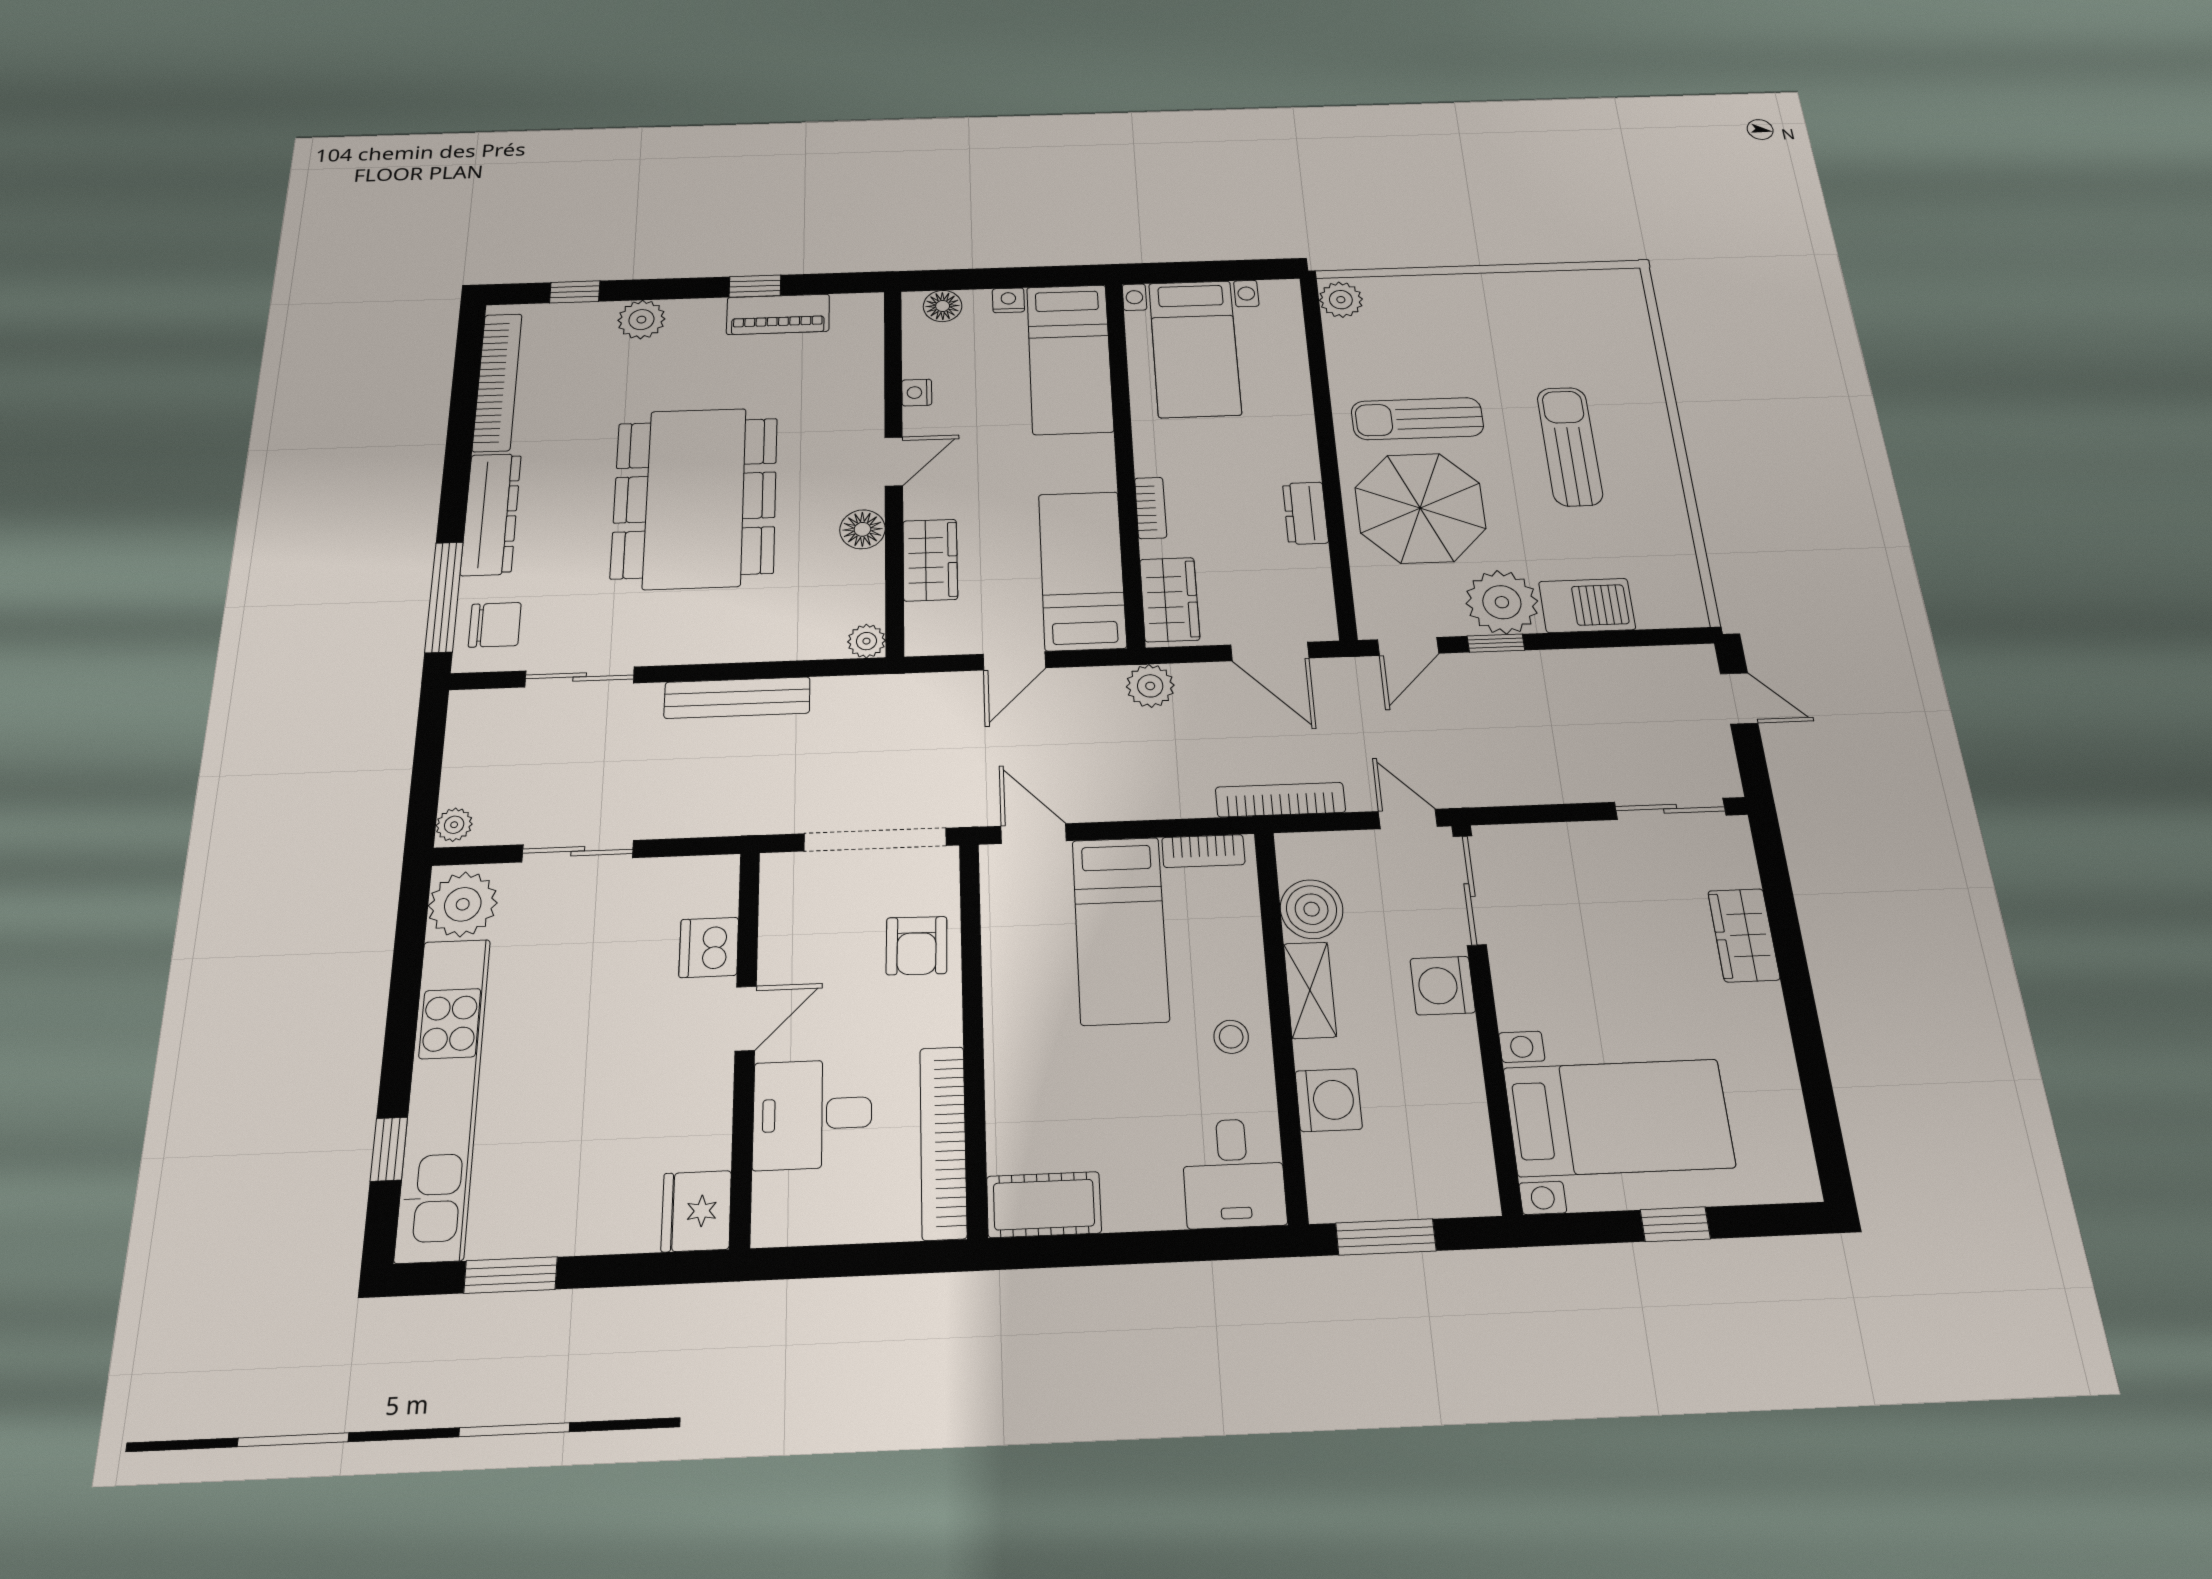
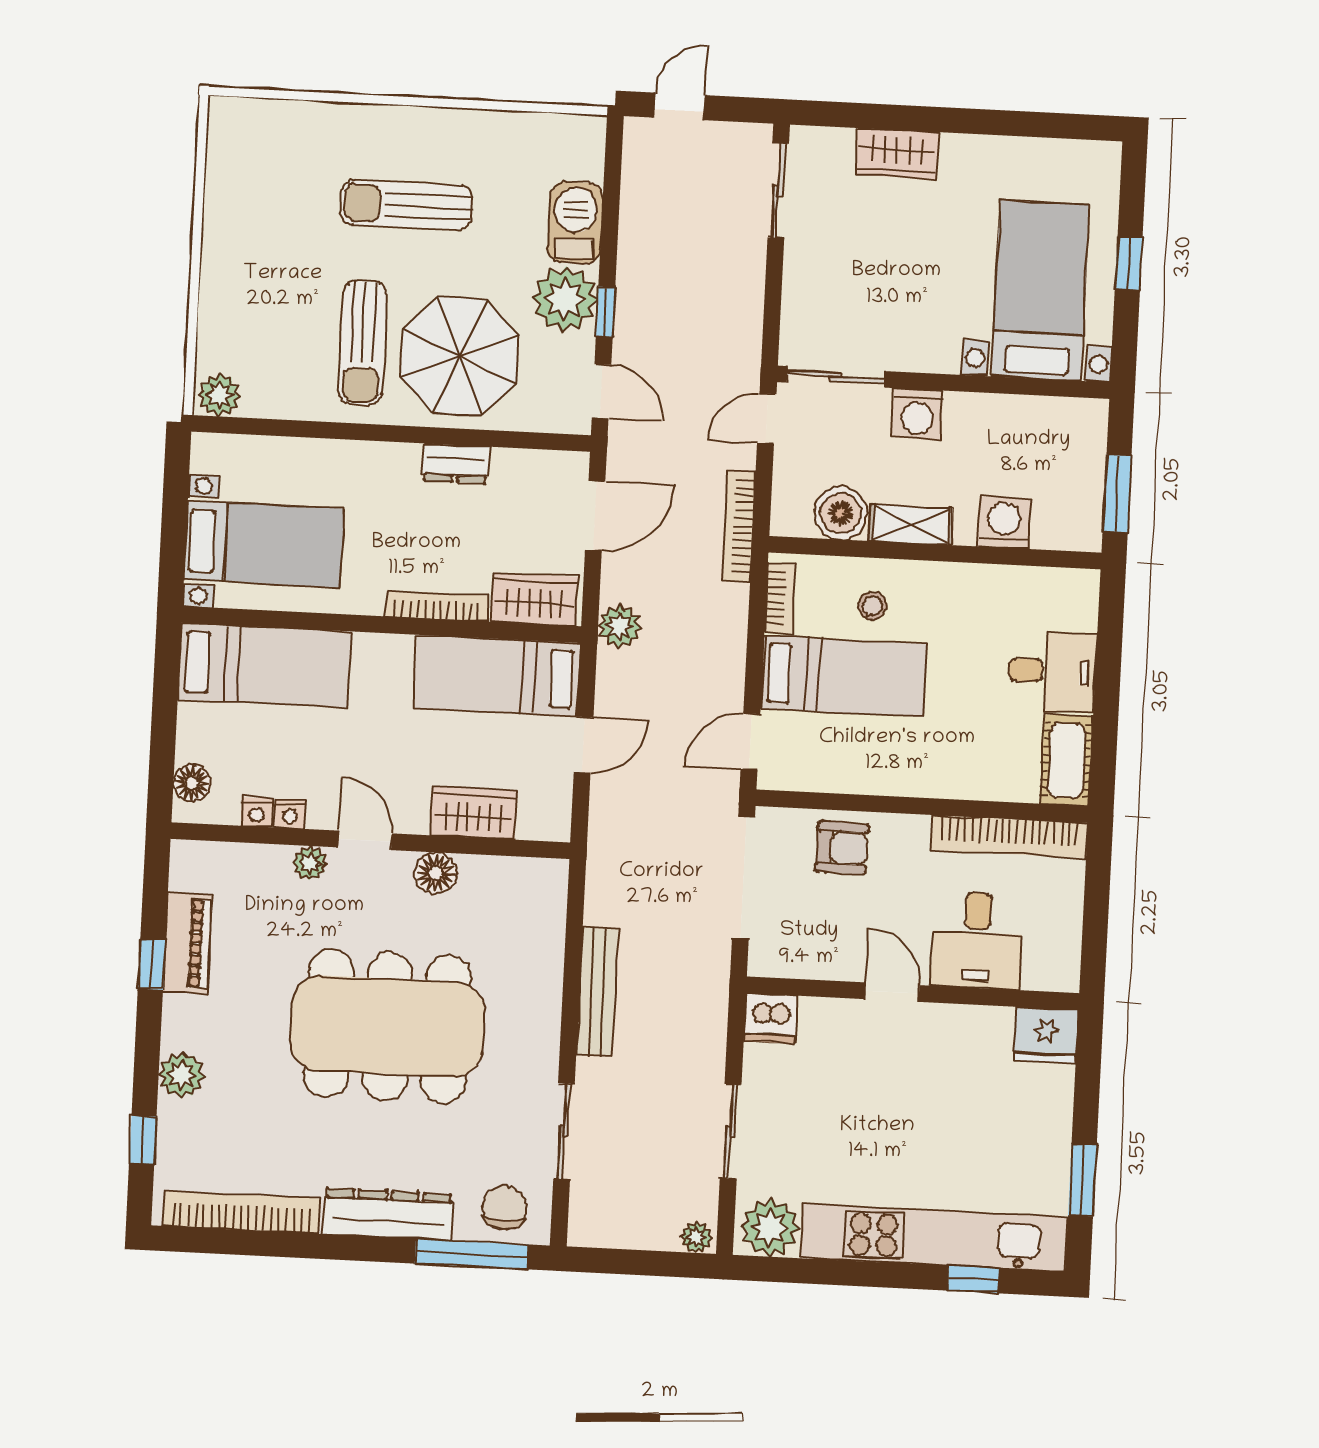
nightstand: (1008, 300) -> (257, 812), moved, turned -90
bookcase: (1151, 508) -> (437, 606), width x1.56
plant: (866, 641) -> (310, 863), moved
door: (1014, 661) -> (584, 745), hinge flipped
dishwasher: (709, 947) -> (770, 1018), moved
stool: (1231, 1037) -> (872, 606), moved
desk: (1234, 1173) -> (1053, 671), moved

